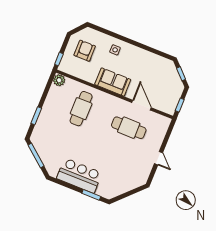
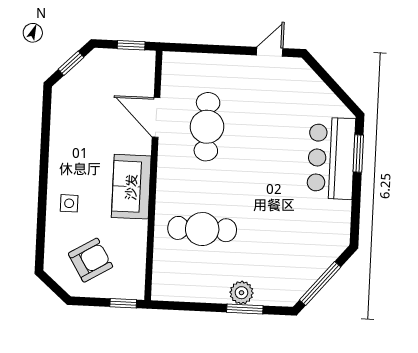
armchair: (85, 51) -> (91, 260), turned 149
plant: (59, 80) -> (241, 293), moved
door: (141, 105) -> (156, 117), hinge flipped
door: (159, 158) -> (270, 52), moved
bar counter: (79, 176) -> (331, 158), moved

